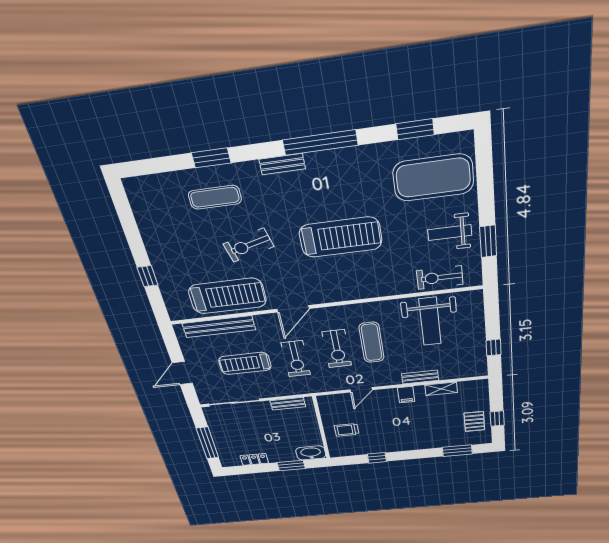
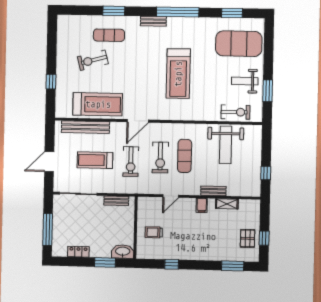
treadmill: (341, 237) -> (178, 74), turned 90
exercise bike: (249, 245) -> (93, 60), moved
exercise bike: (440, 278) -> (235, 112), turned 180

